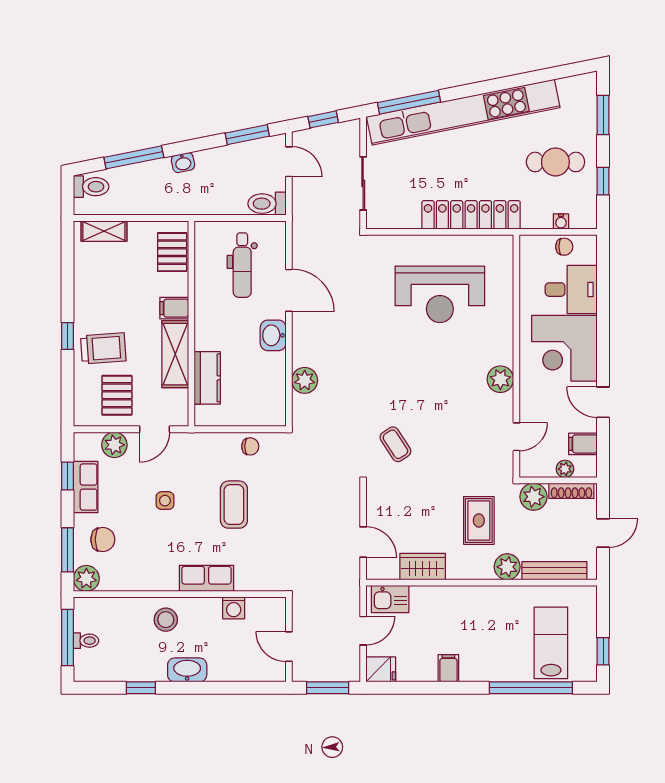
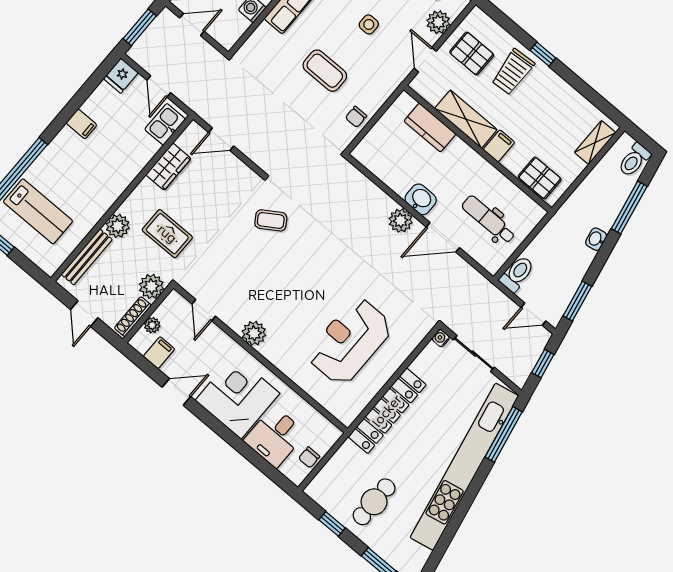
water cooler: (561, 221) -> (441, 338), moved
plant: (305, 380) -> (401, 221), moved

